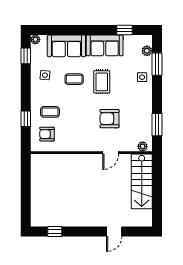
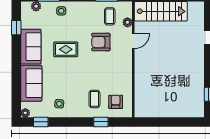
coffee table: (74, 79) -> (110, 16), moved
armchair: (109, 119) -> (101, 42), turned 90
armchair: (47, 134) -> (116, 102), turned 180
plant: (143, 146) -> (127, 22), moved
door: (111, 153) -> (133, 41), hinge flipped

